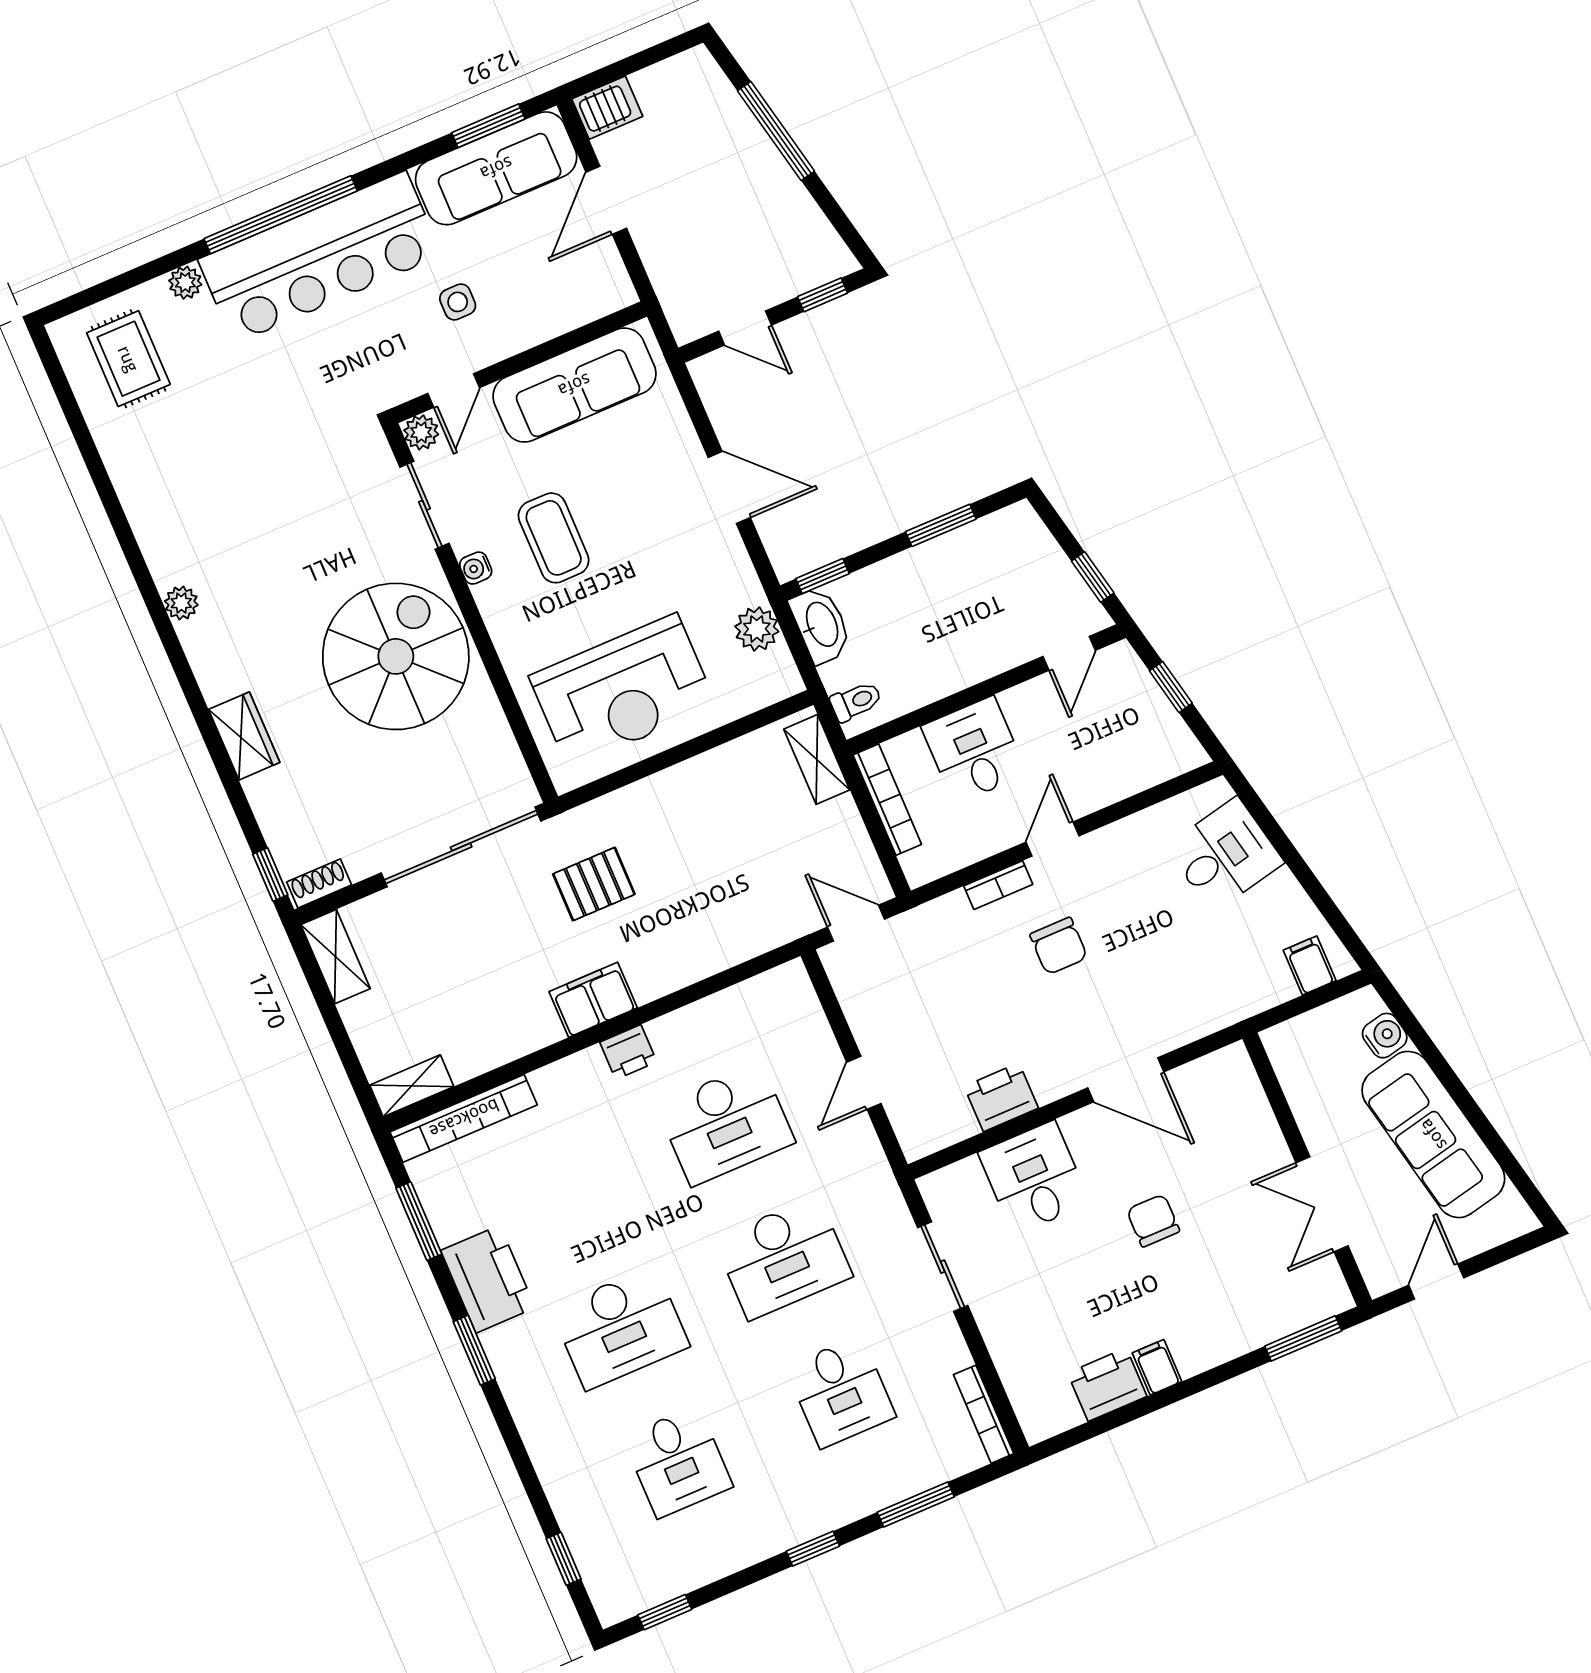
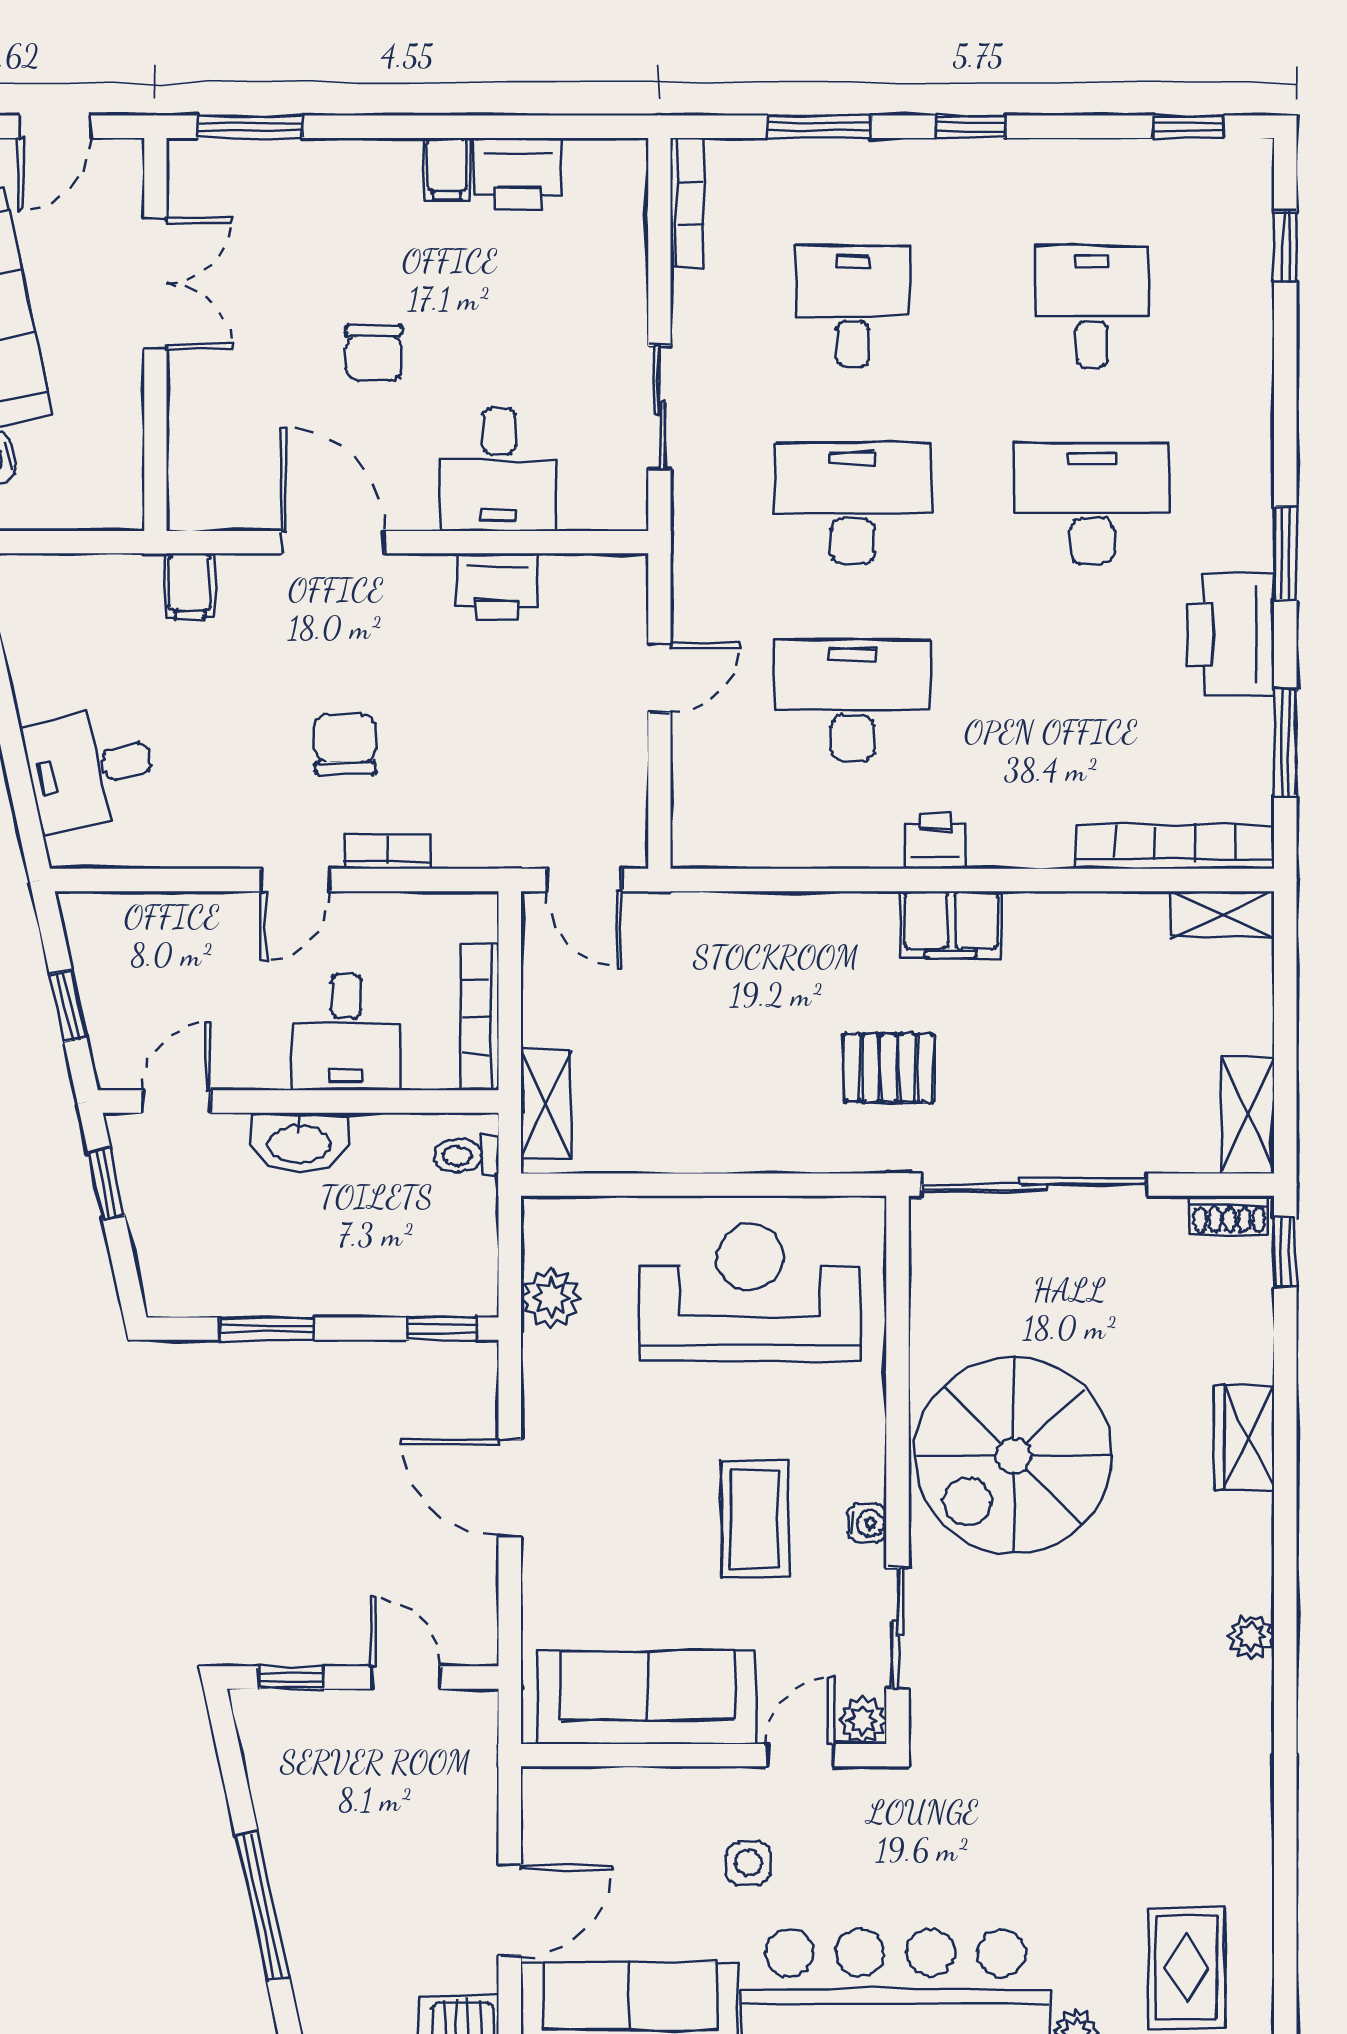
washbasin: (821, 625) -> (299, 1142), moved, turned -90
filing cabinet: (1310, 965) -> (190, 586), moved

